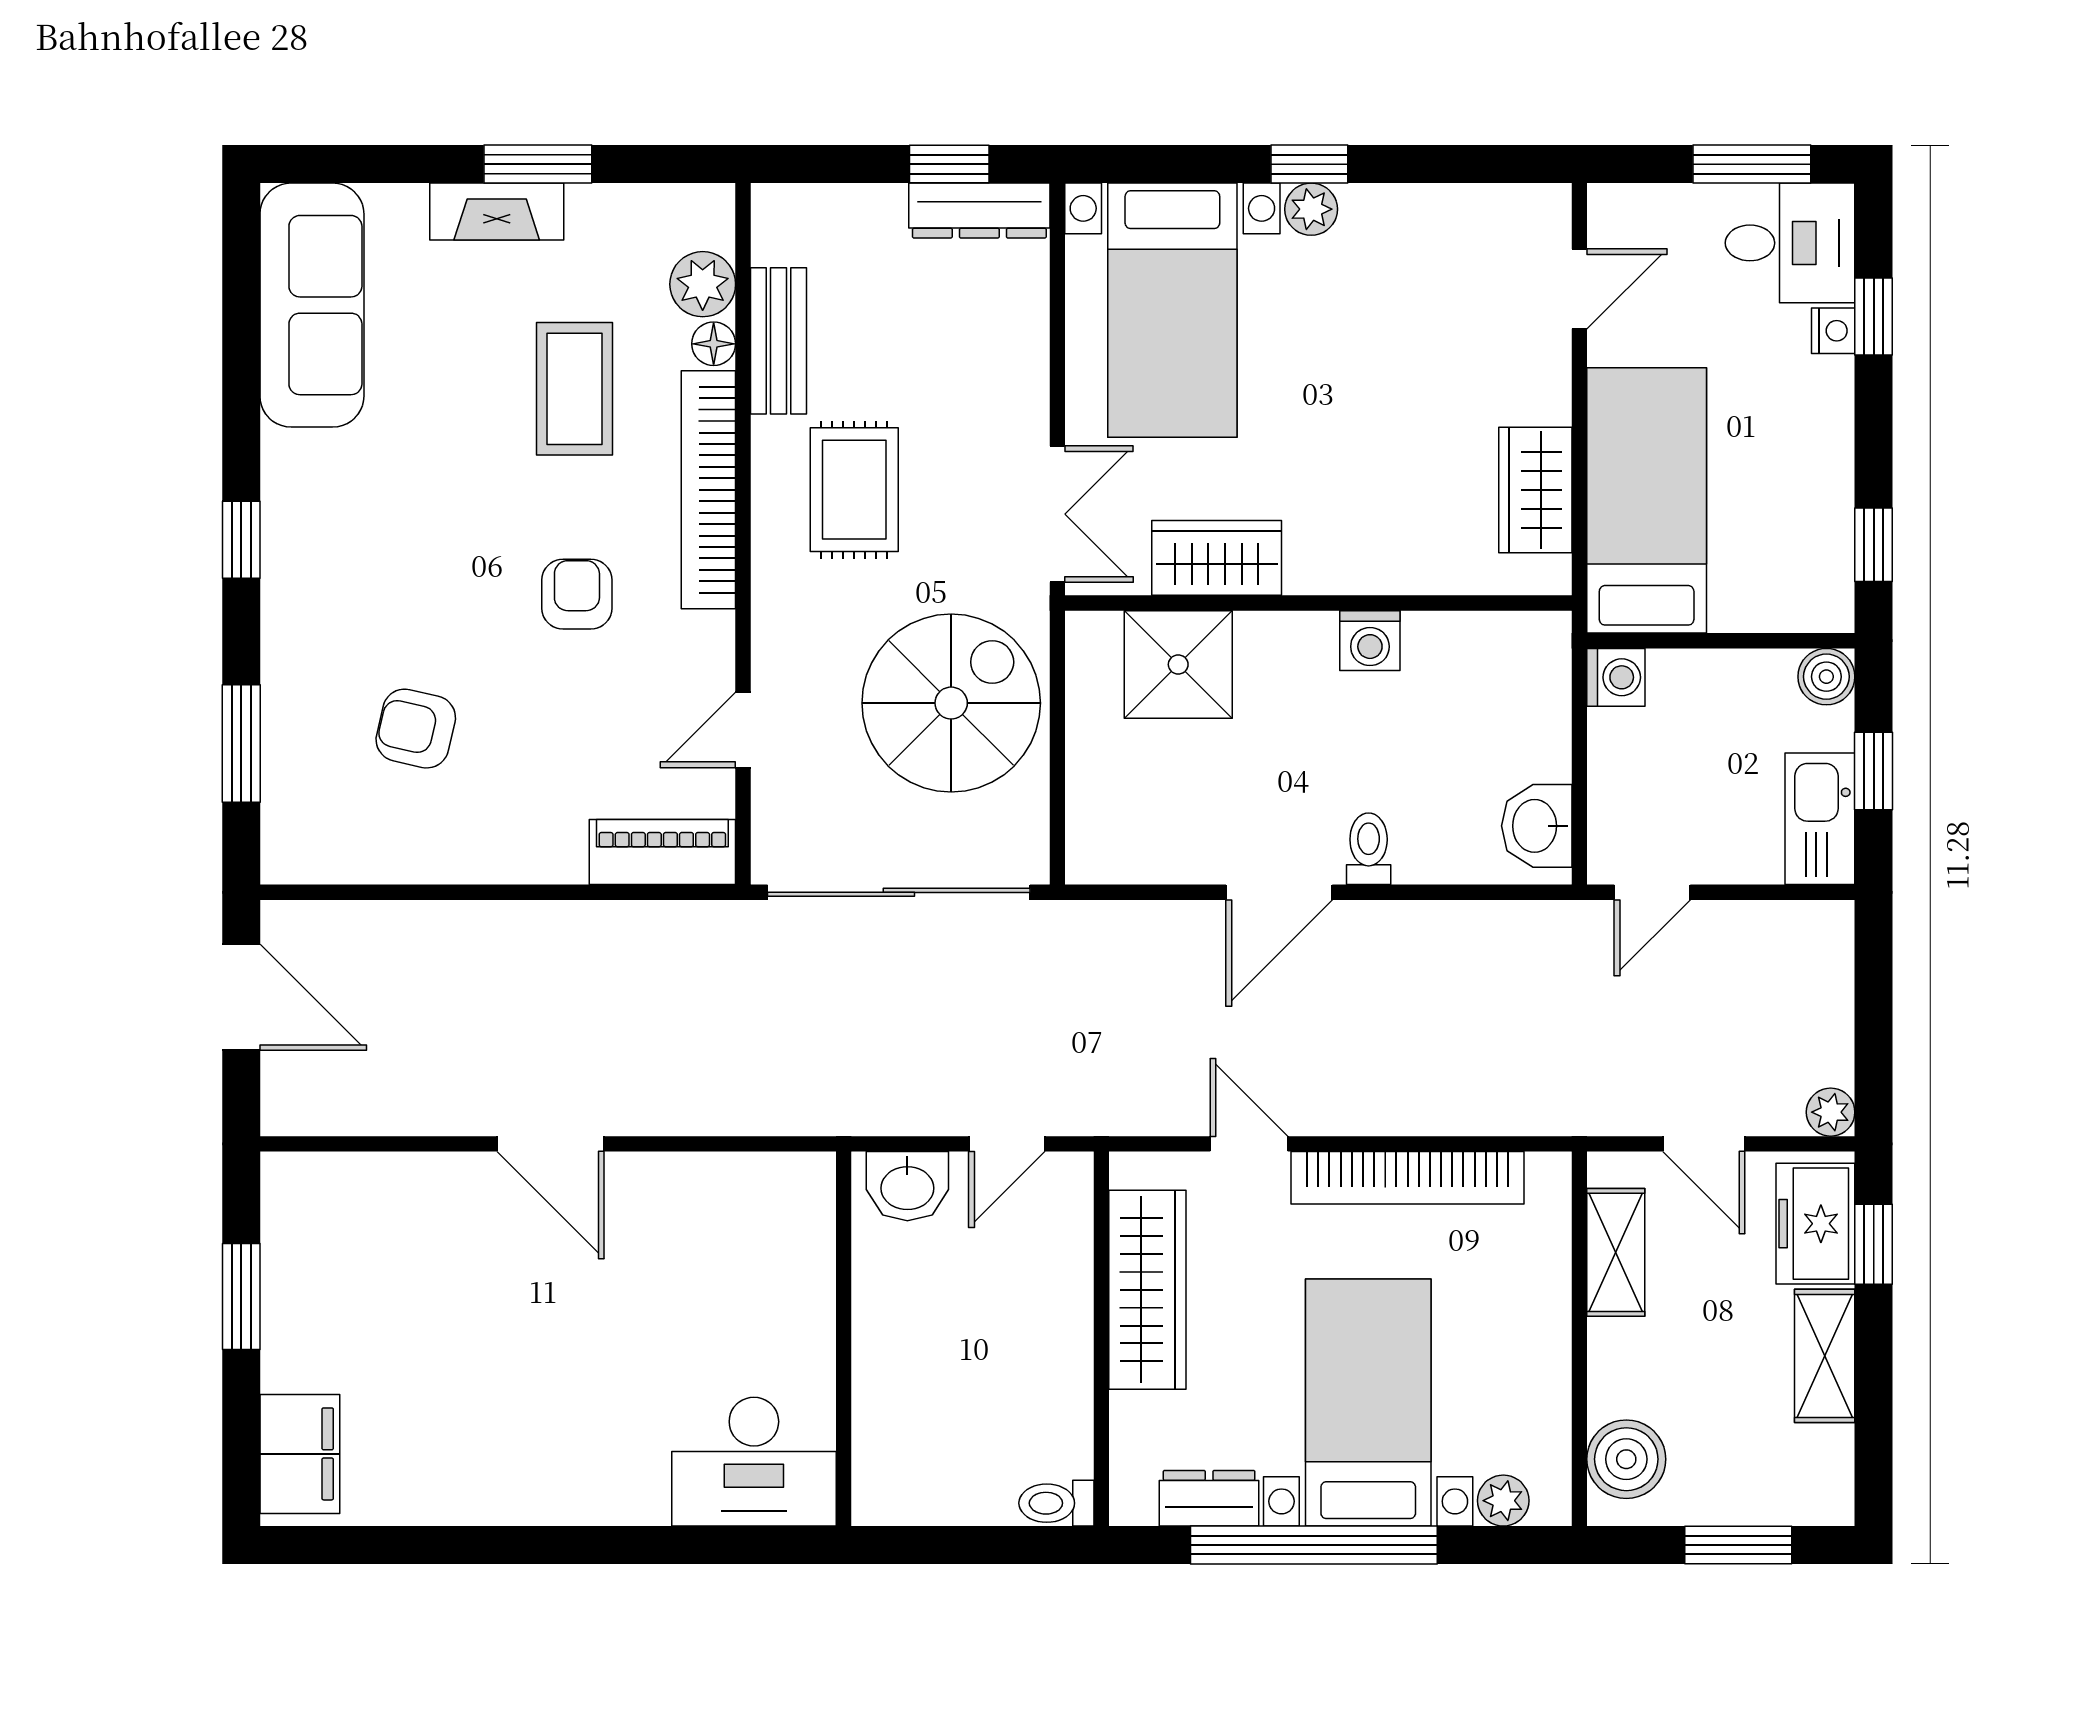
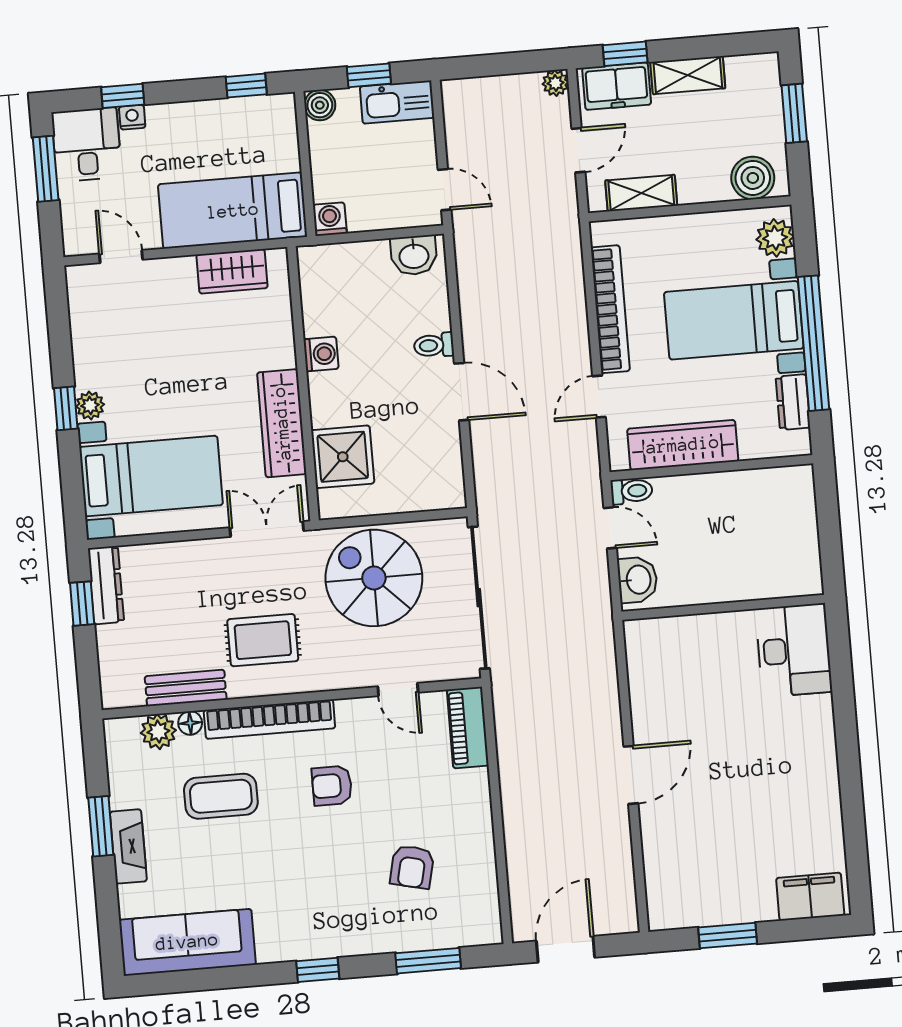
wardrobe: (1217, 558) -> (282, 423), width x1.50
plant: (1503, 1501) -> (775, 238), width x1.38, depth x1.38
toilet: (1056, 1503) -> (632, 491), moved, turned -90

